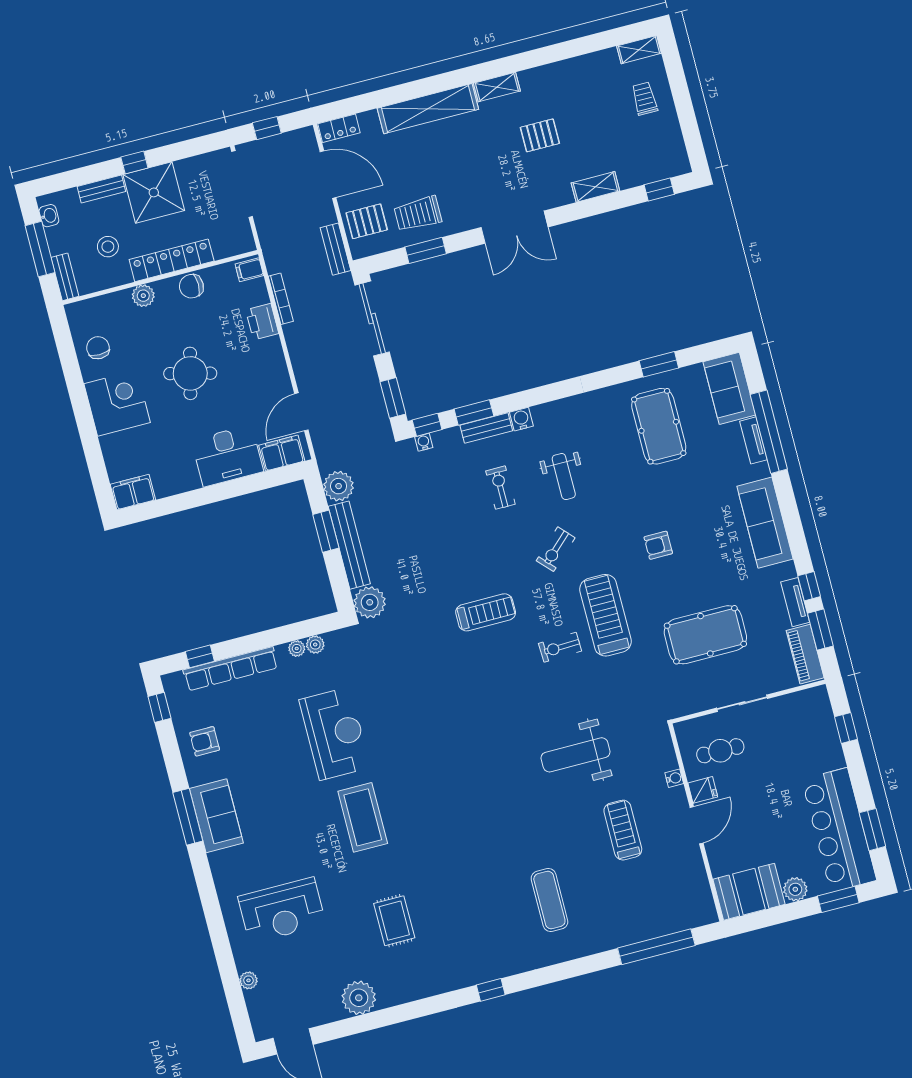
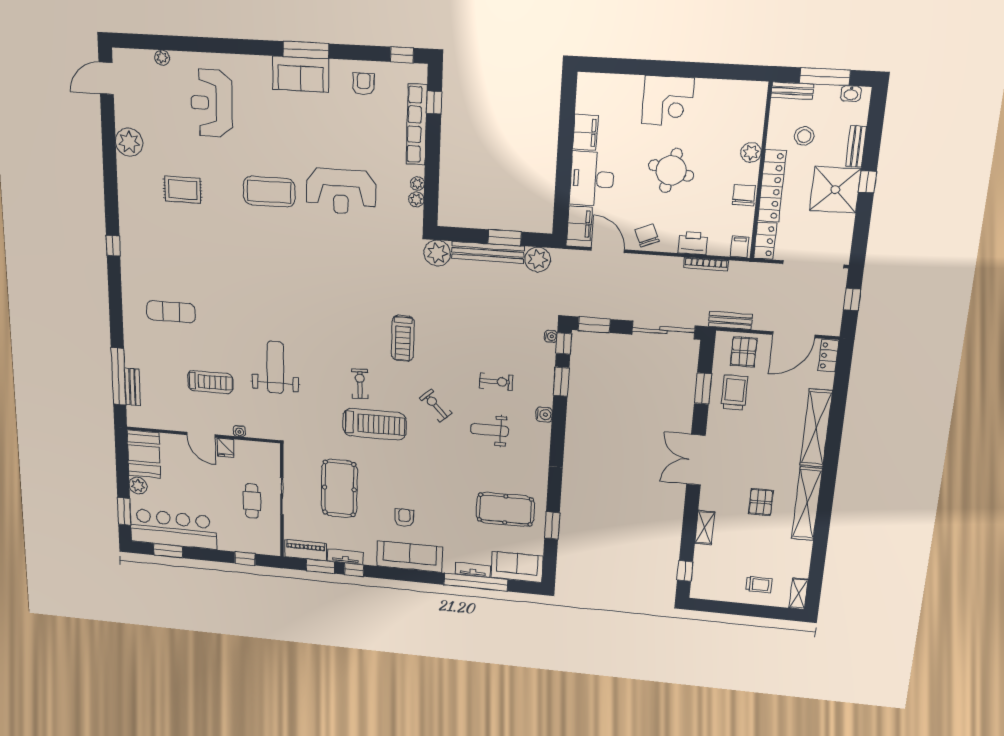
shelving: (497, 87) -> (807, 504), width x2.20, depth x1.33
locker: (234, 245) -> (765, 241), added
chair: (98, 348) -> (647, 235), moved, turned -113
bench: (486, 428) -> (132, 387), moved
filing cabinet: (133, 492) -> (585, 132), moved
armchair: (658, 545) -> (404, 518), moved
cafe table: (720, 751) -> (252, 501), moved

